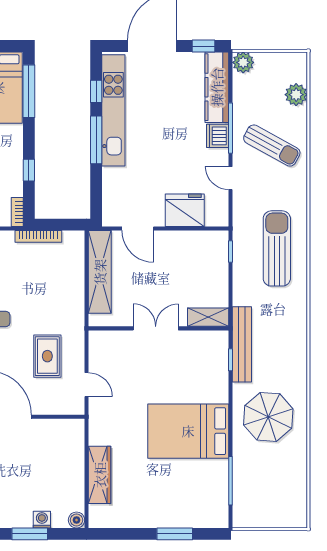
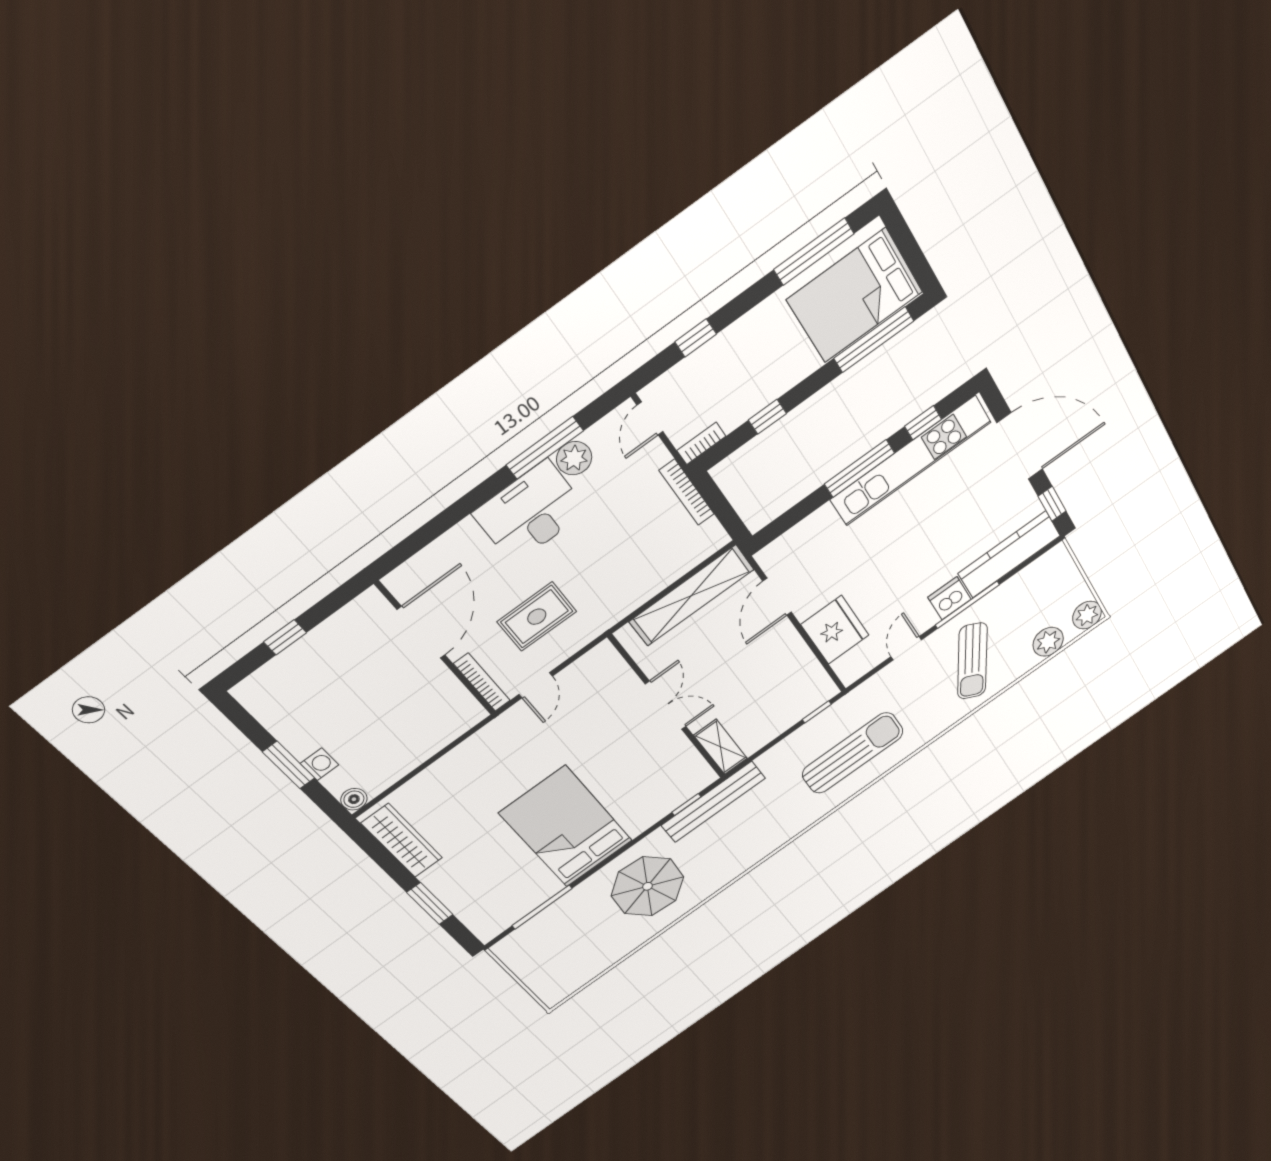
plant: (243, 62) -> (1087, 615), moved
bookcase: (62, 409) -> (482, 682), added
wardrobe: (100, 475) -> (402, 841), moved, turned -90

